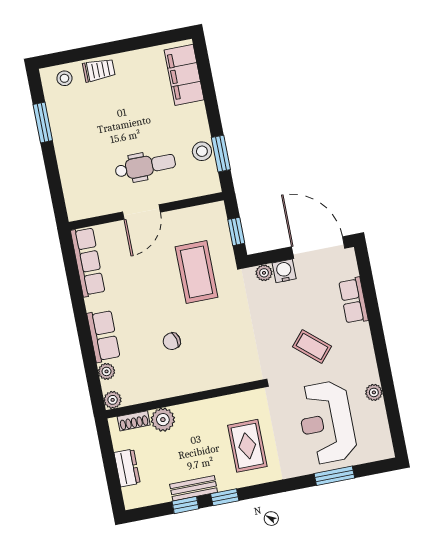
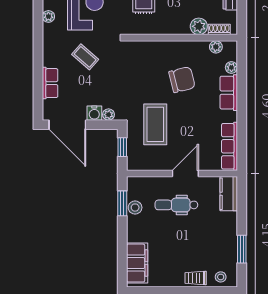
kitchen counter: (76, 196) -> (229, 194), added
chair: (172, 341) -> (182, 80), width x1.87, depth x1.87
plant: (113, 400) -> (216, 47), moved

